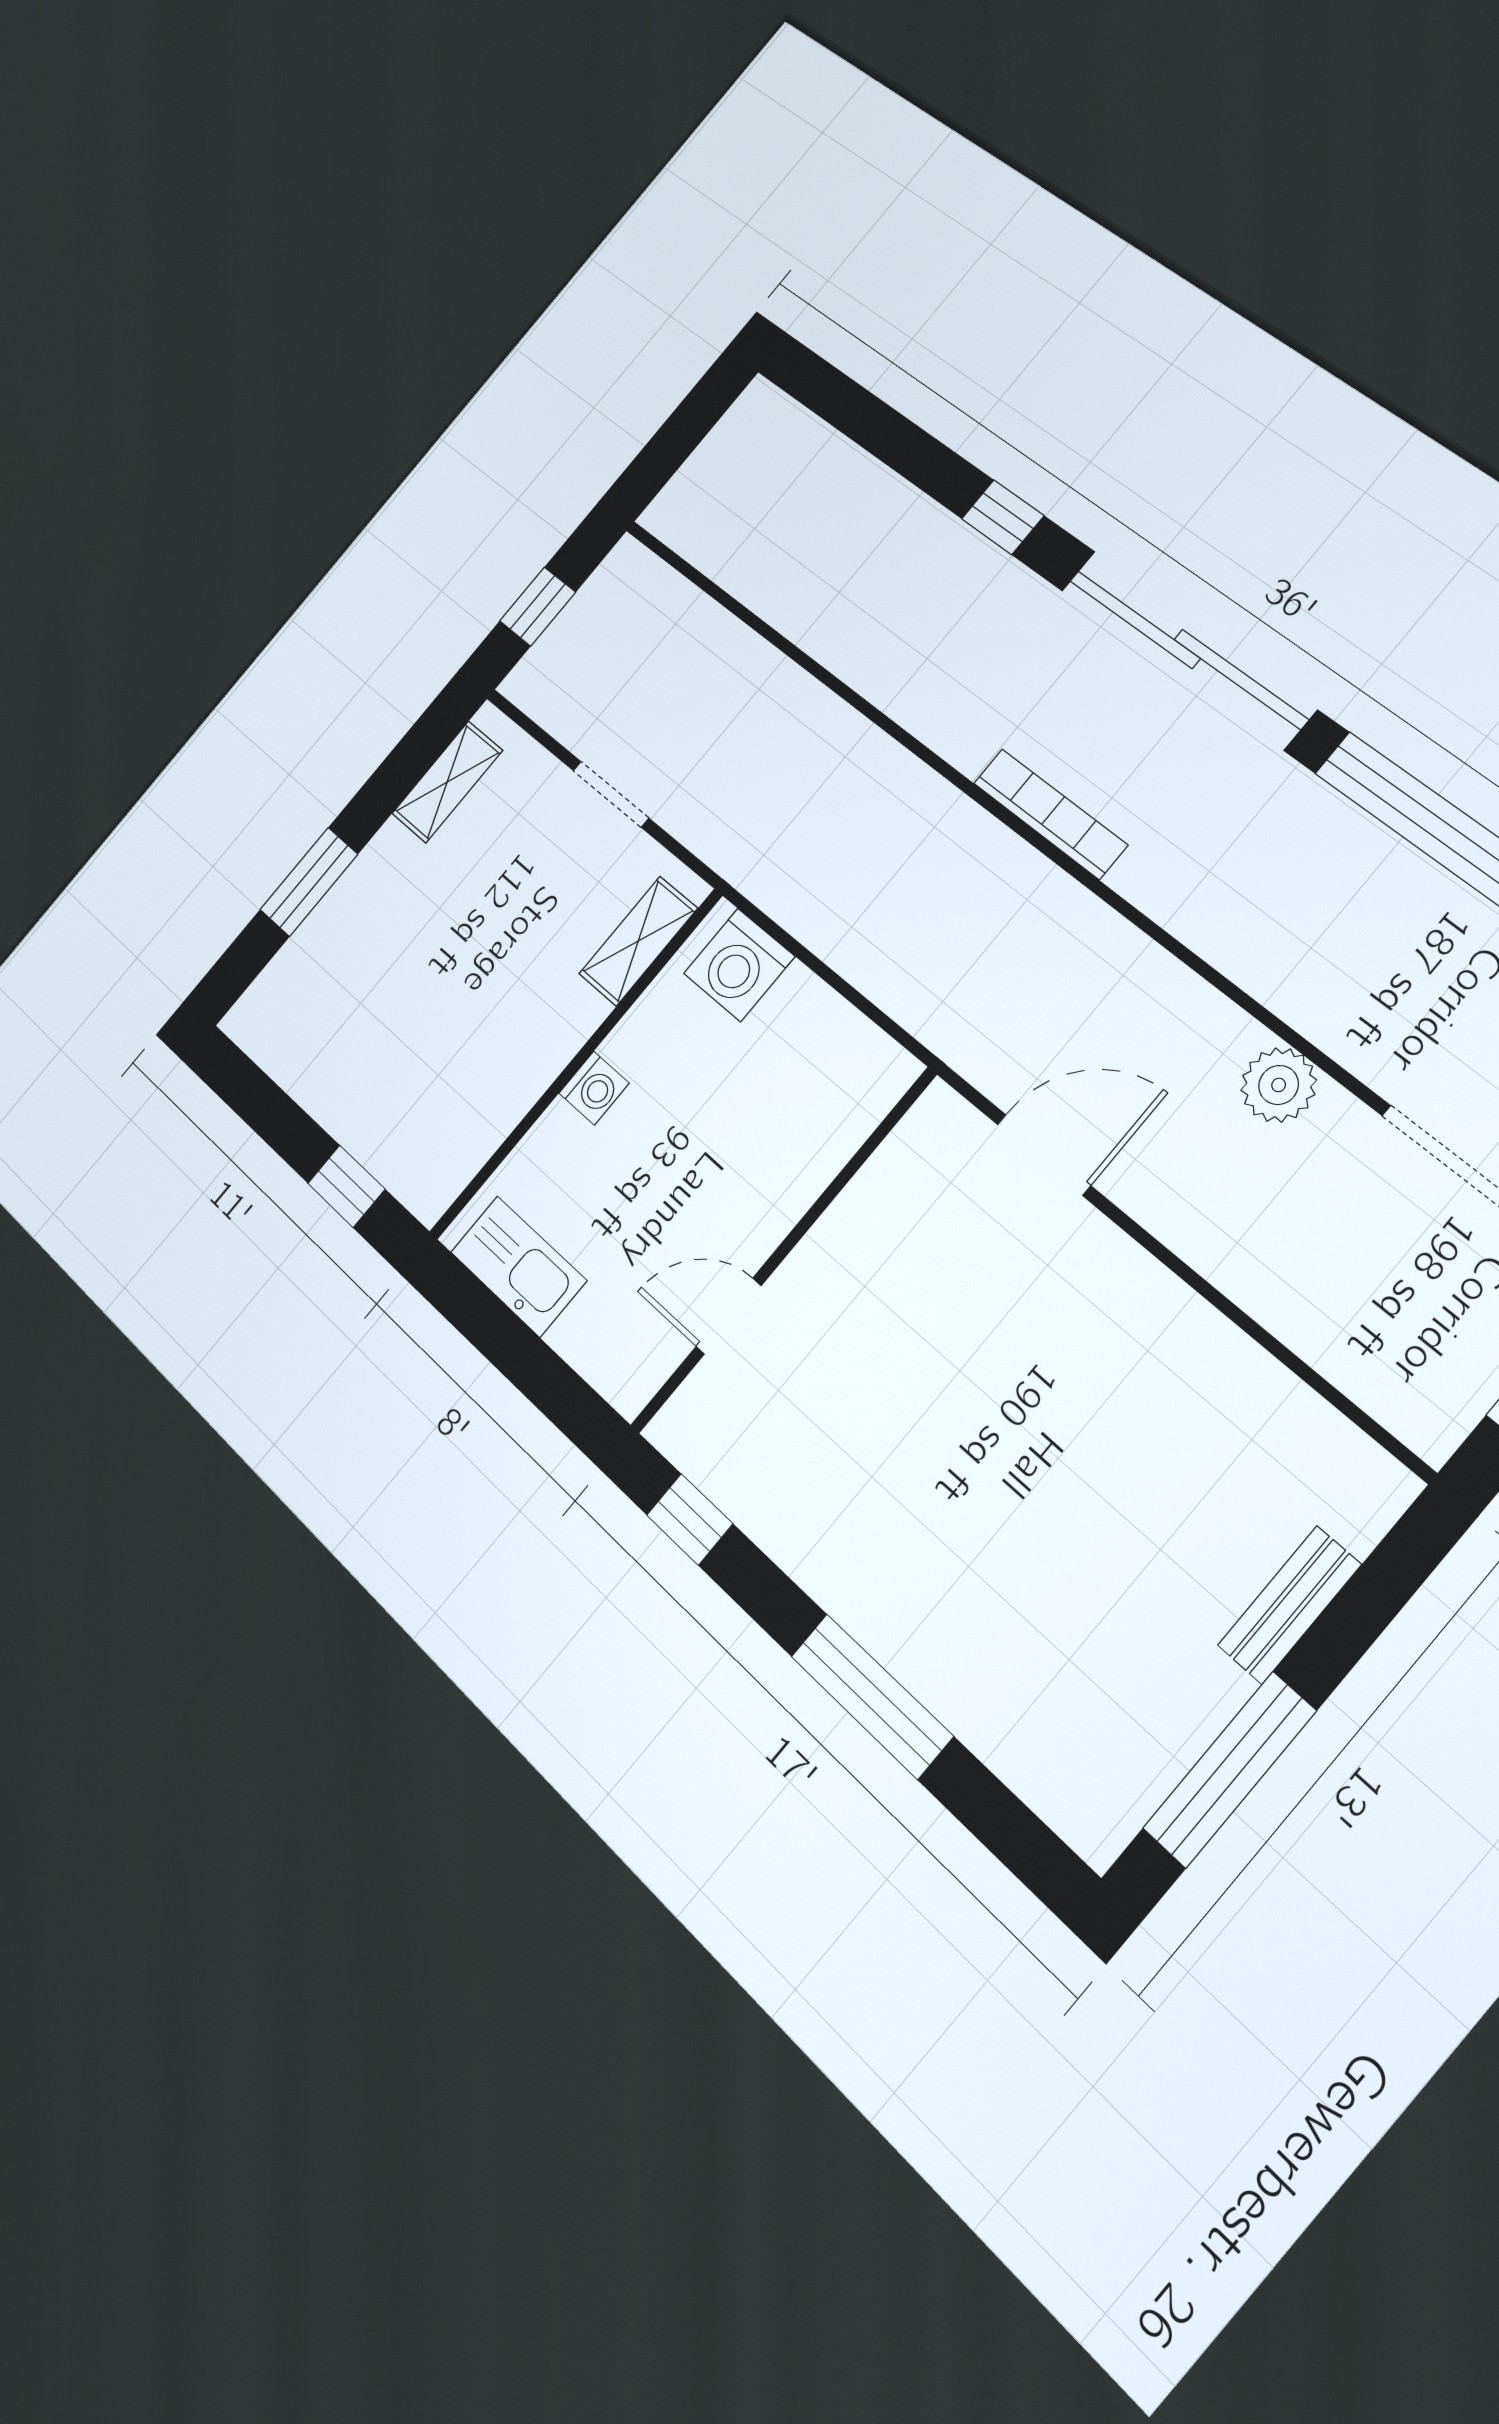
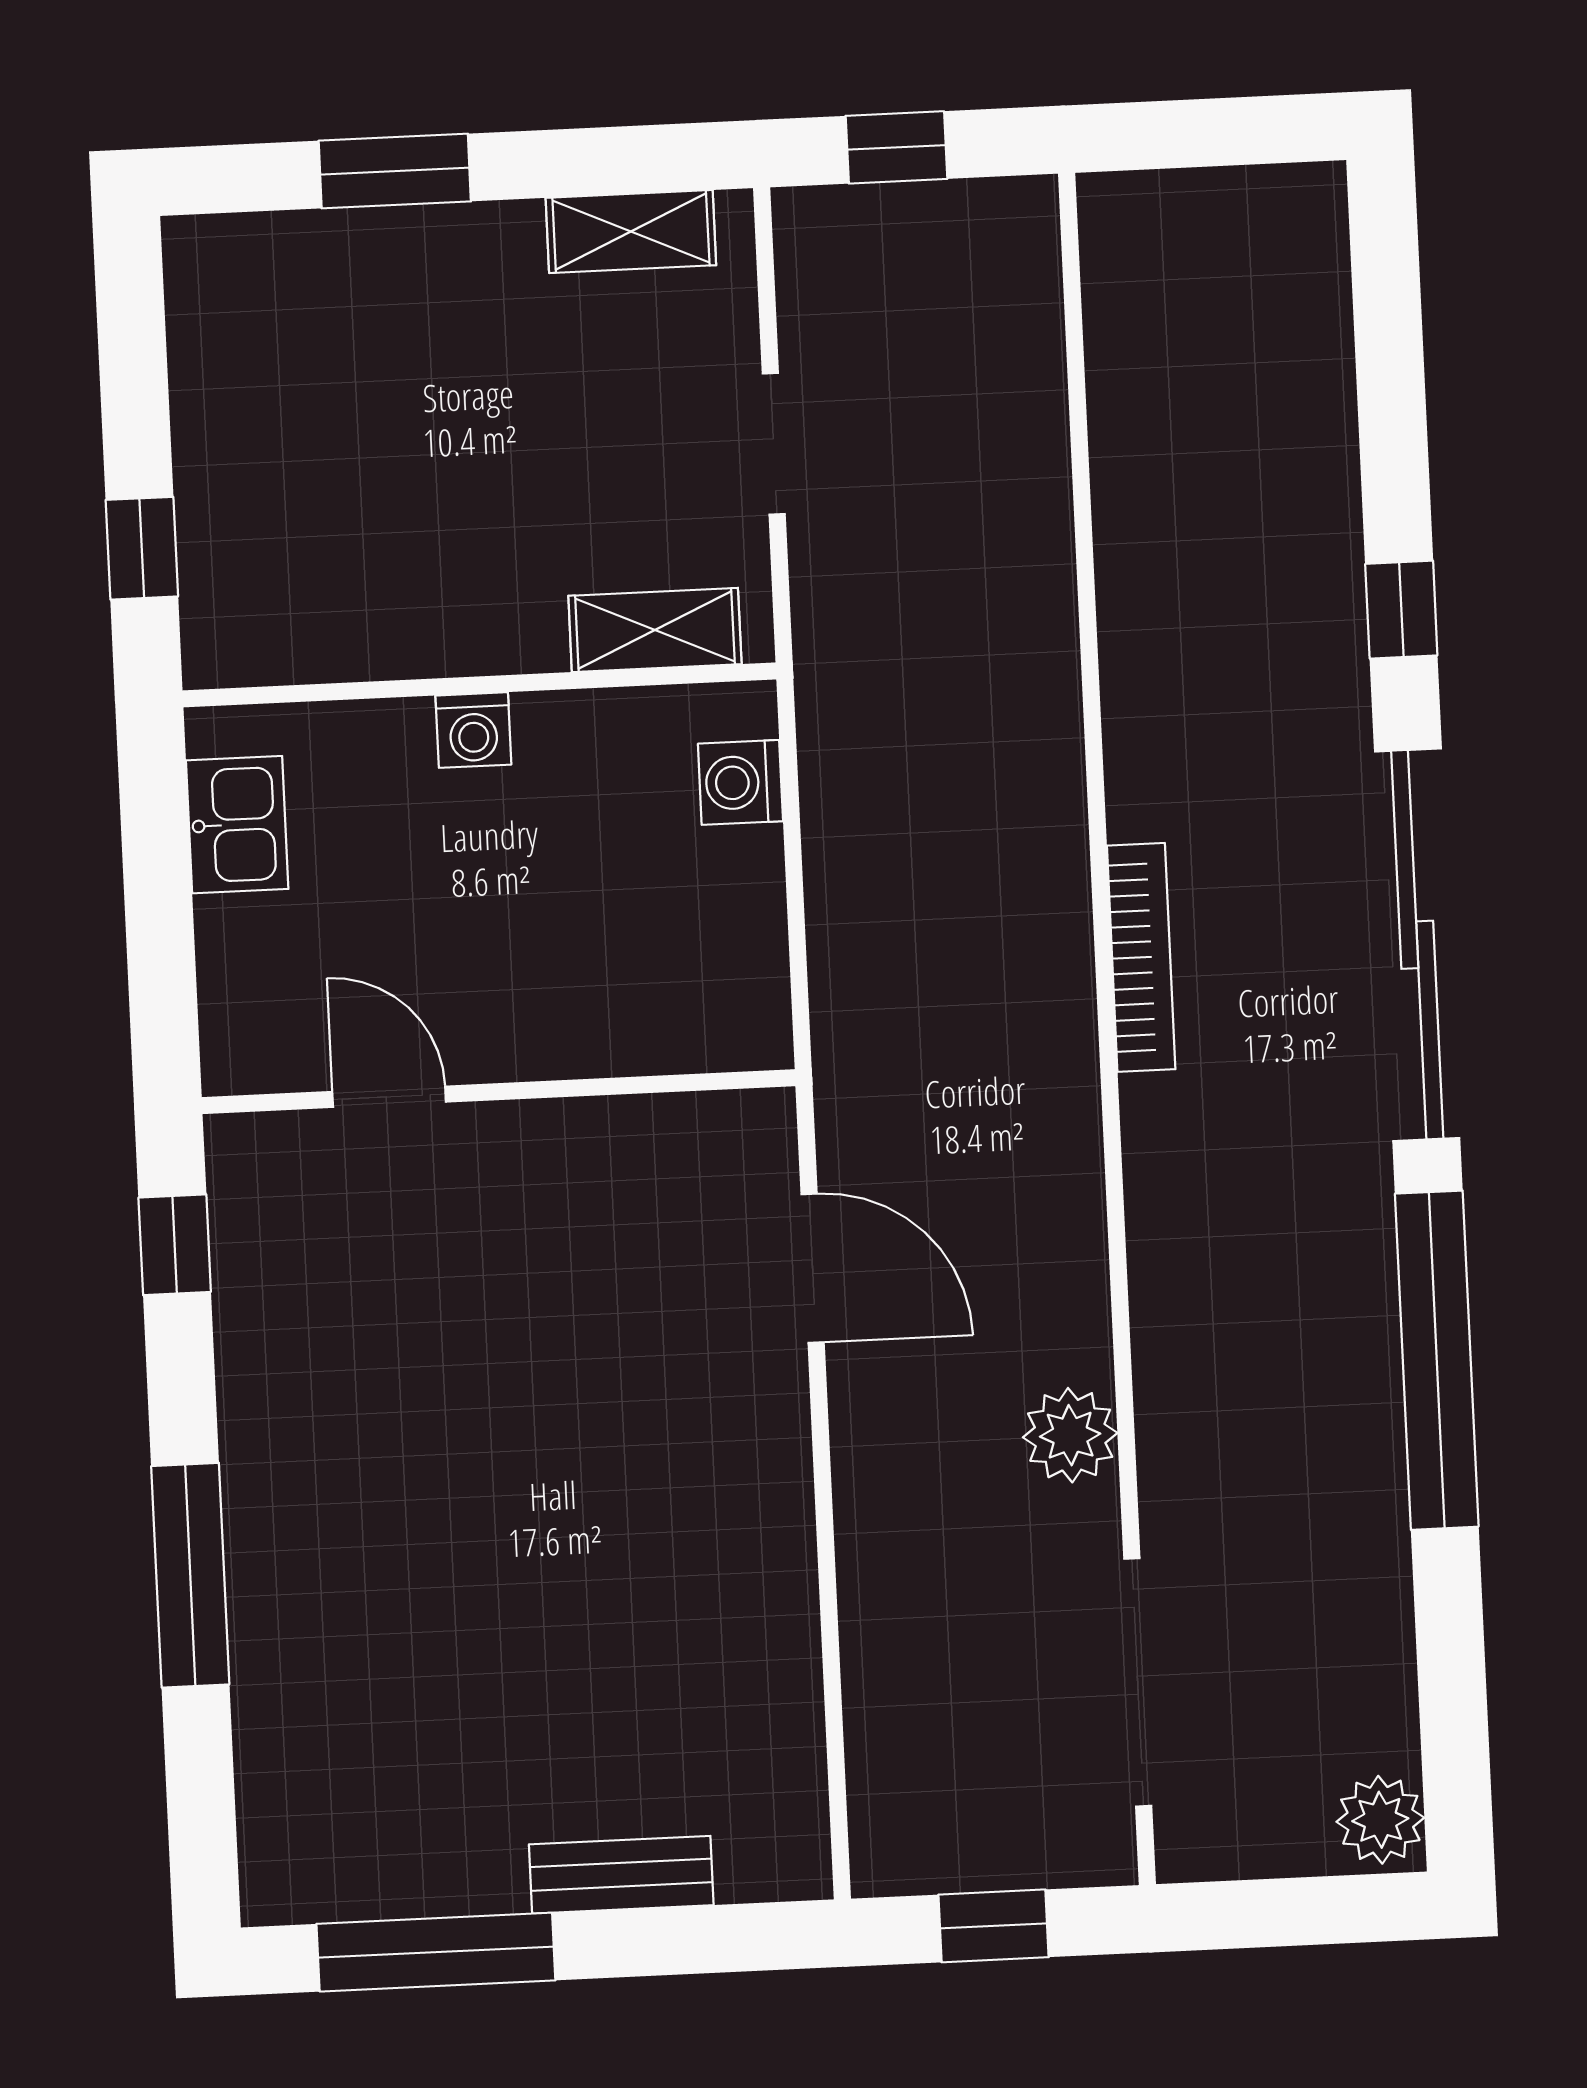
washing machine: (739, 965) -> (740, 782), width x0.73, depth x0.73
kitchen sink: (518, 1266) -> (237, 825), width x0.73

